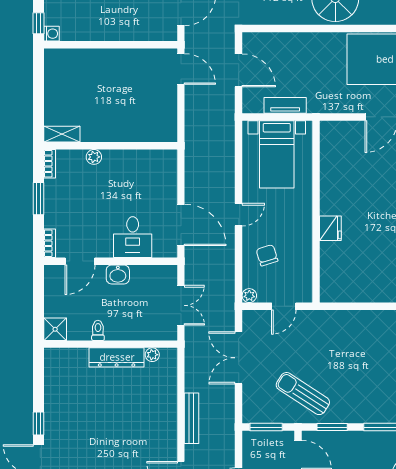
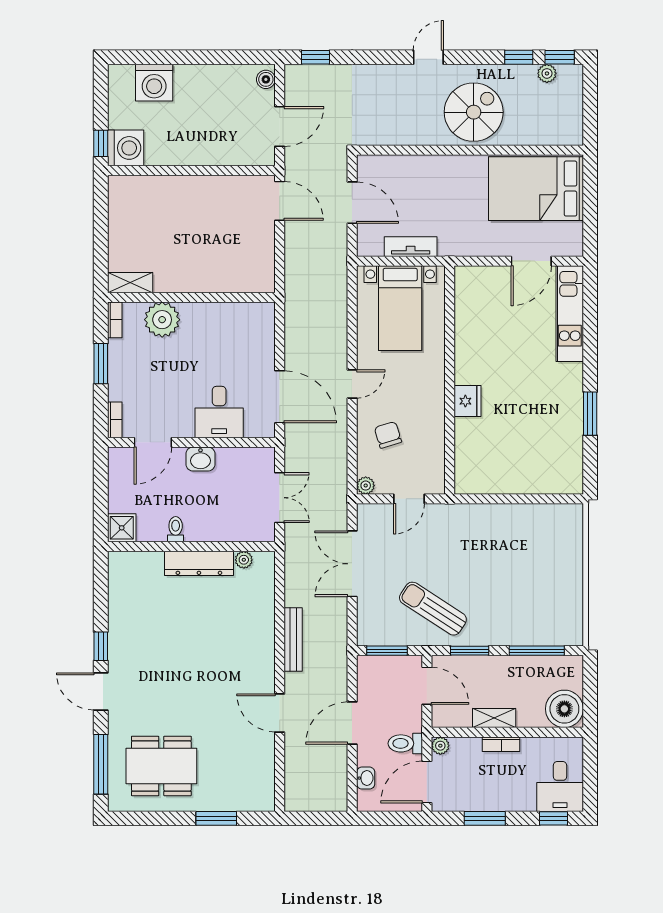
washing machine: (51, 34) -> (126, 148), width x1.89, depth x1.89
plant: (94, 157) -> (162, 320), width x1.88, depth x1.88

